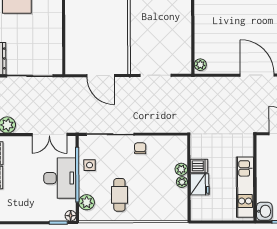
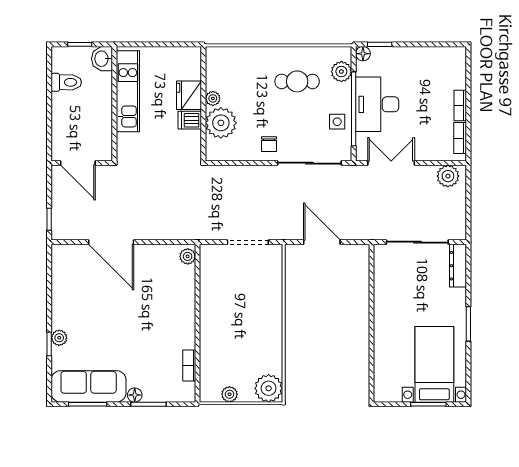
plant: (181, 169) -> (221, 123), width x1.87, depth x1.87
cafe table: (119, 195) -> (297, 81), turned 90

